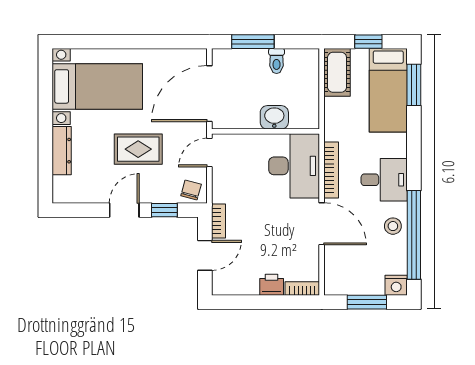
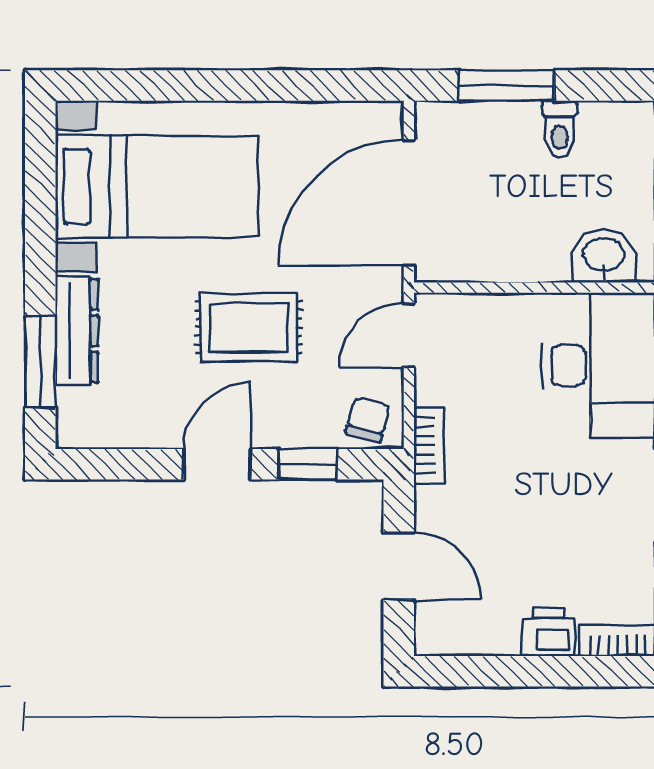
washbasin: (274, 117) -> (604, 256), moved
window: (45, 164) -> (40, 362), added
bookcase: (219, 221) -> (429, 445), moved
door: (205, 255) -> (399, 566), hinge flipped

